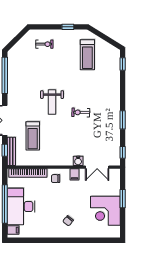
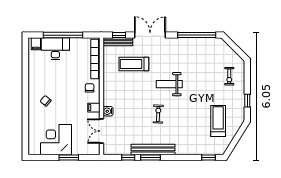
treadmill: (87, 55) -> (218, 121), turned 90
bench: (115, 118) -> (153, 149), added
window: (123, 152) -> (128, 158), moved
desk: (21, 207) -> (55, 49), width x0.73, depth x0.77

